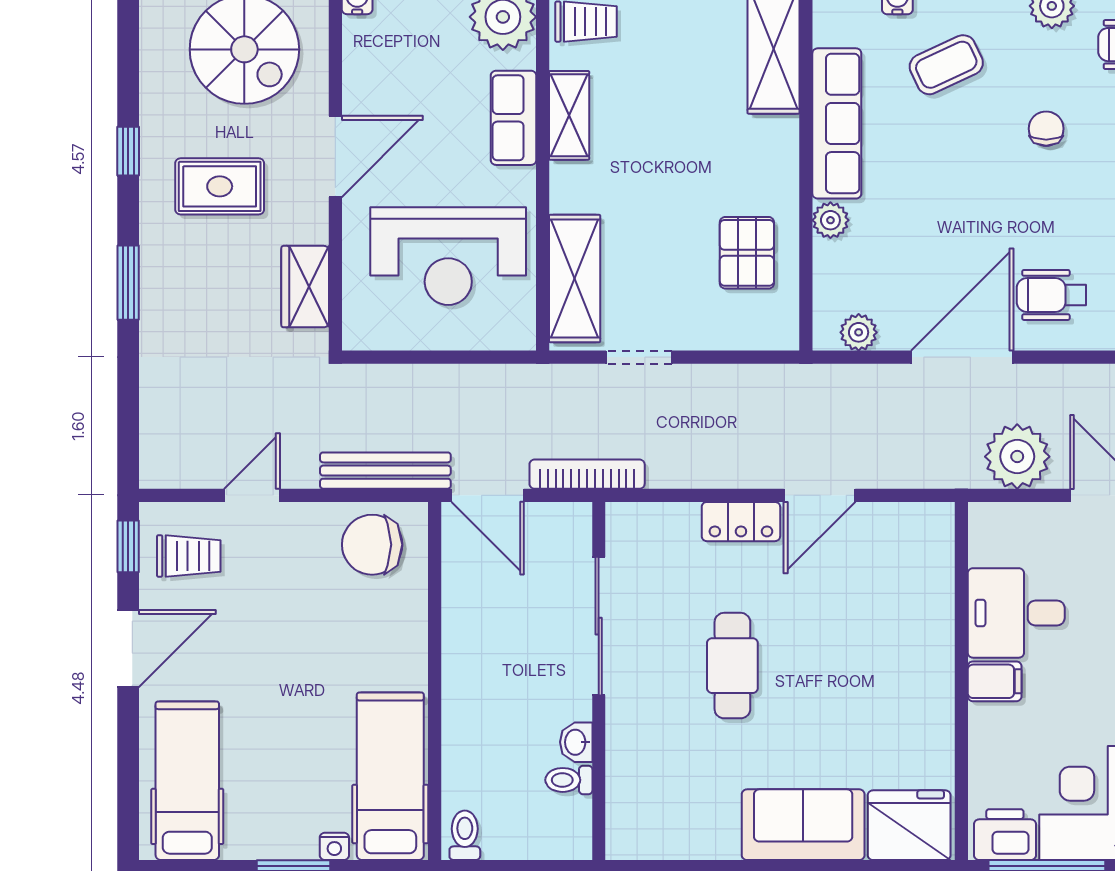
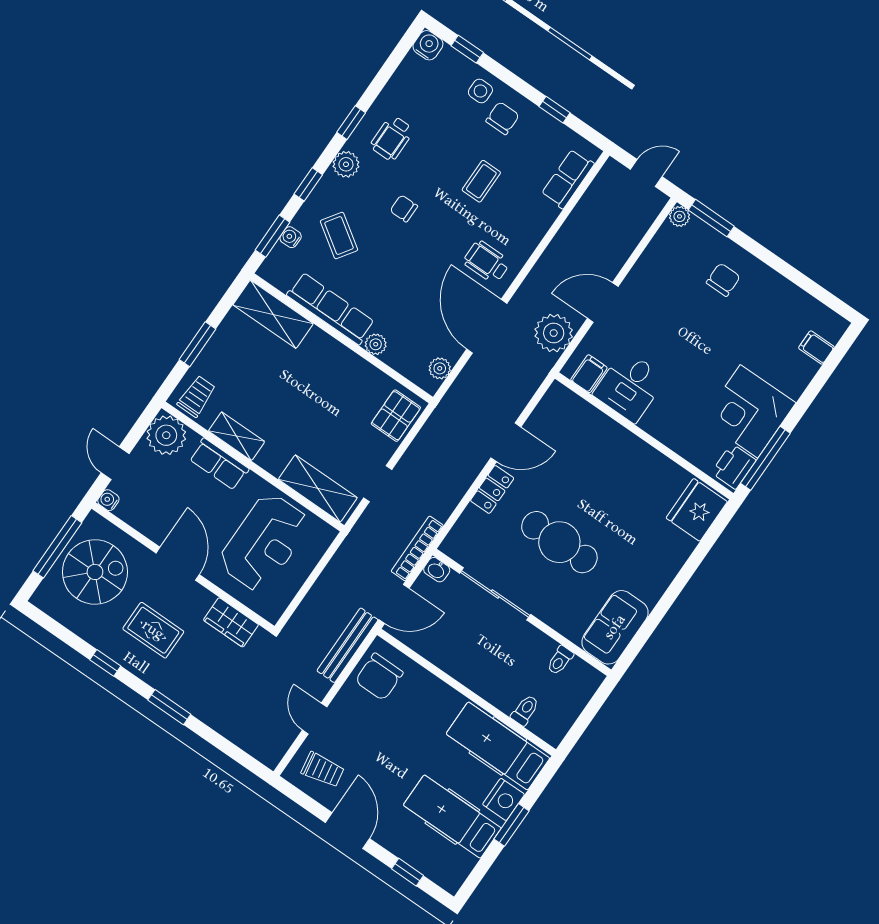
coffee table: (946, 65) -> (339, 236), turned -31
rug: (220, 186) -> (153, 630), turned 90
pallet: (747, 253) -> (396, 416), moved, turned 90
wheelchair: (1052, 295) -> (487, 262), turned 90
door: (820, 495) -> (506, 442), hinge flipped
window: (128, 546) -> (408, 872), moved
trolley: (189, 556) -> (323, 770), turned 80
cafe table: (732, 666) -> (559, 542), width x1.37, depth x1.35
filing cabinet: (995, 681) -> (589, 374), moved
washbasin: (576, 742) -> (437, 570), moved
hospital bed: (187, 781) -> (452, 817), moved
sofa: (803, 825) -> (615, 627), moved
toilet: (465, 835) -> (525, 710), moved, turned 90
nightstand: (334, 846) -> (504, 799), width x1.89, depth x1.79

